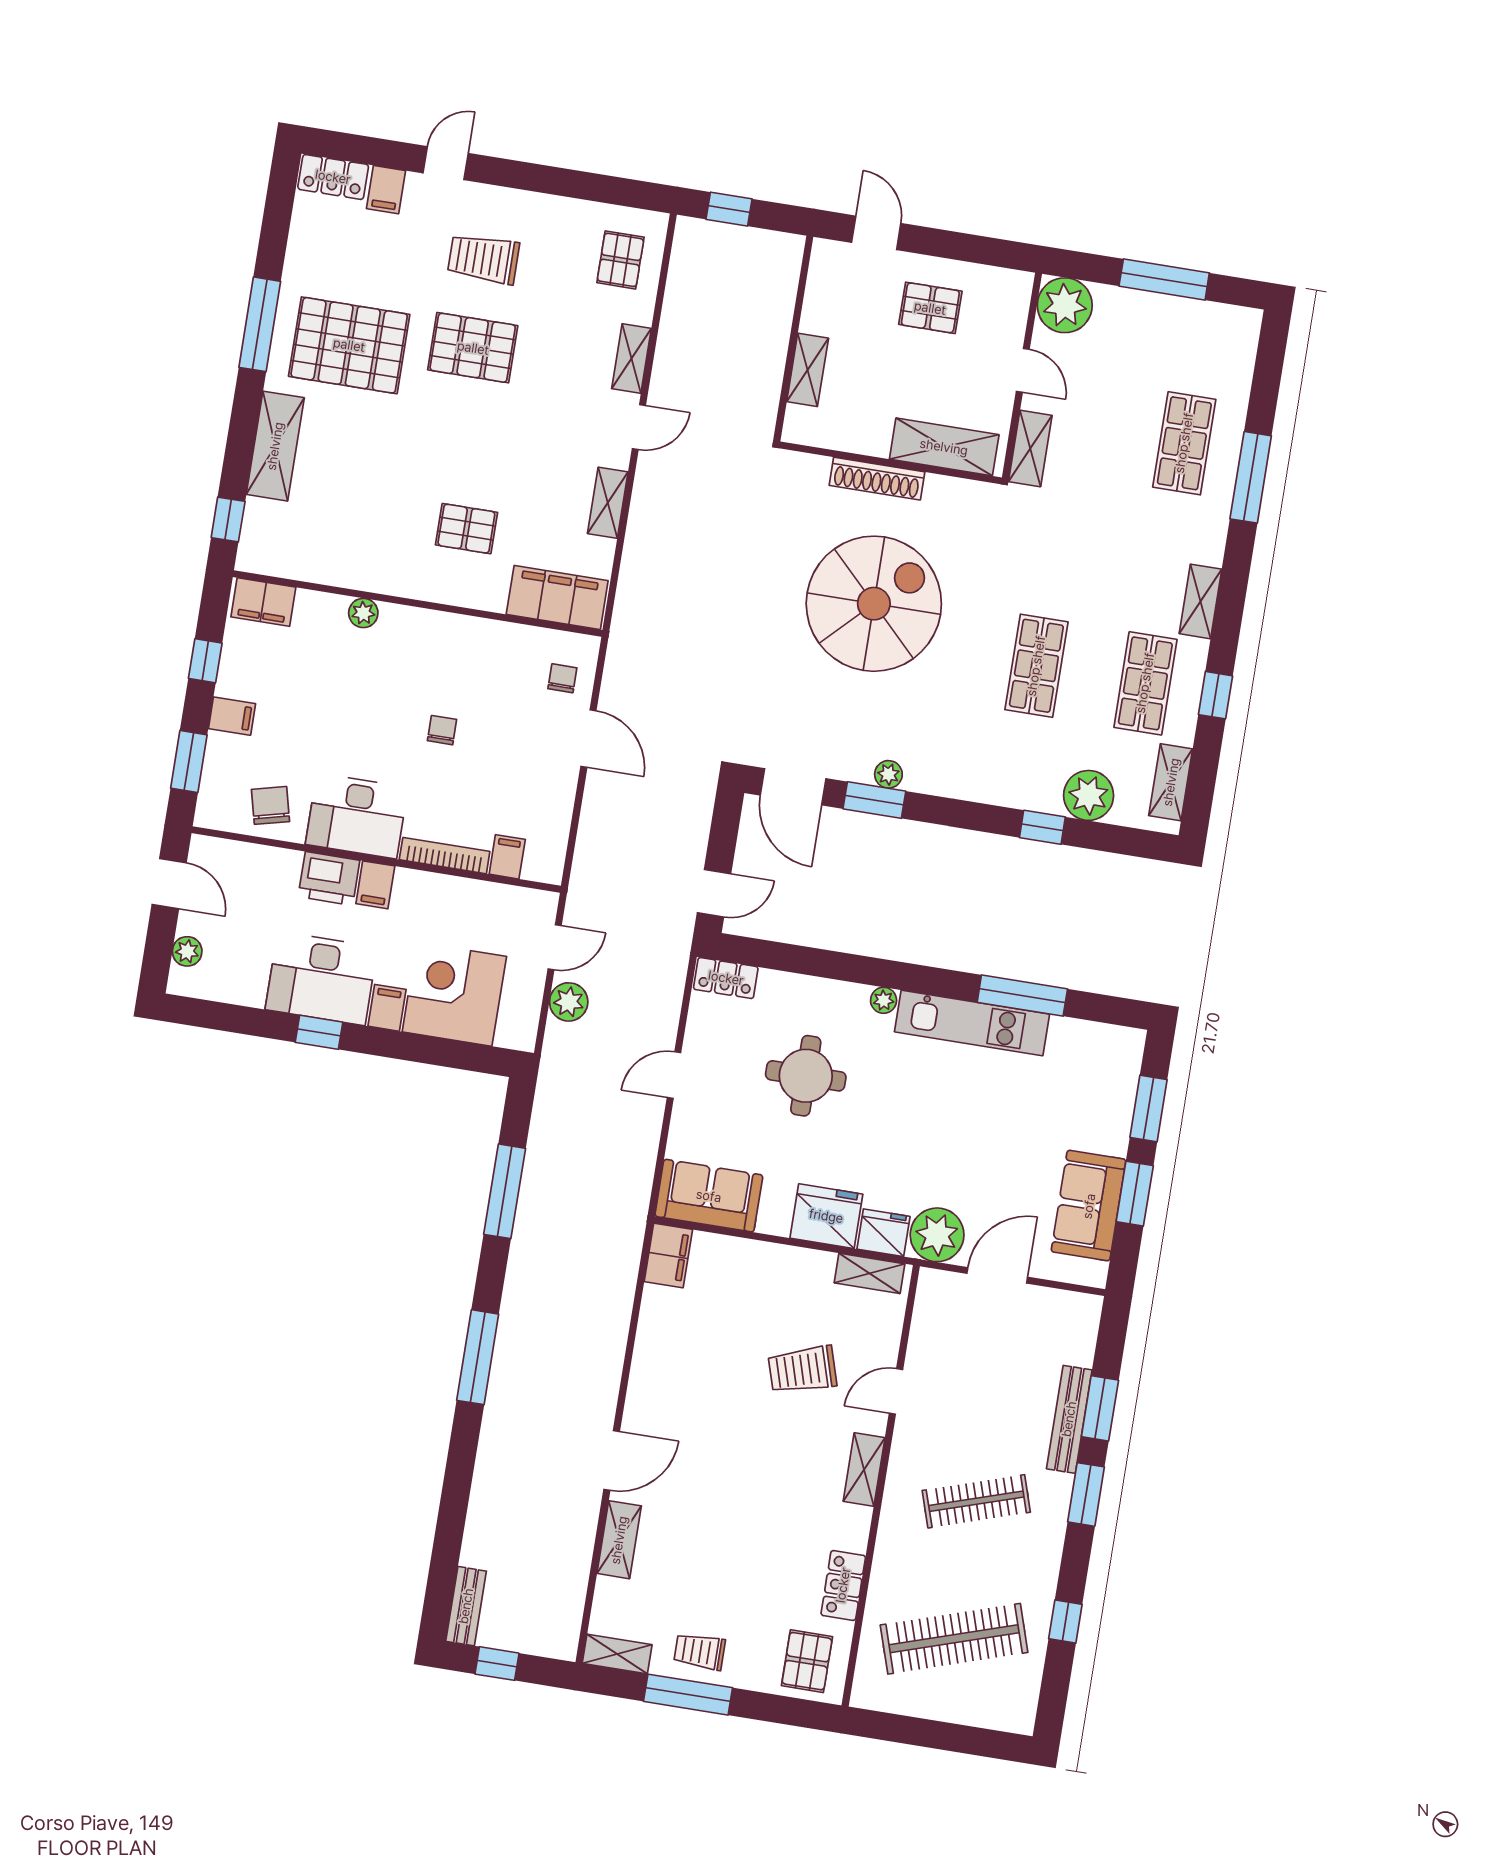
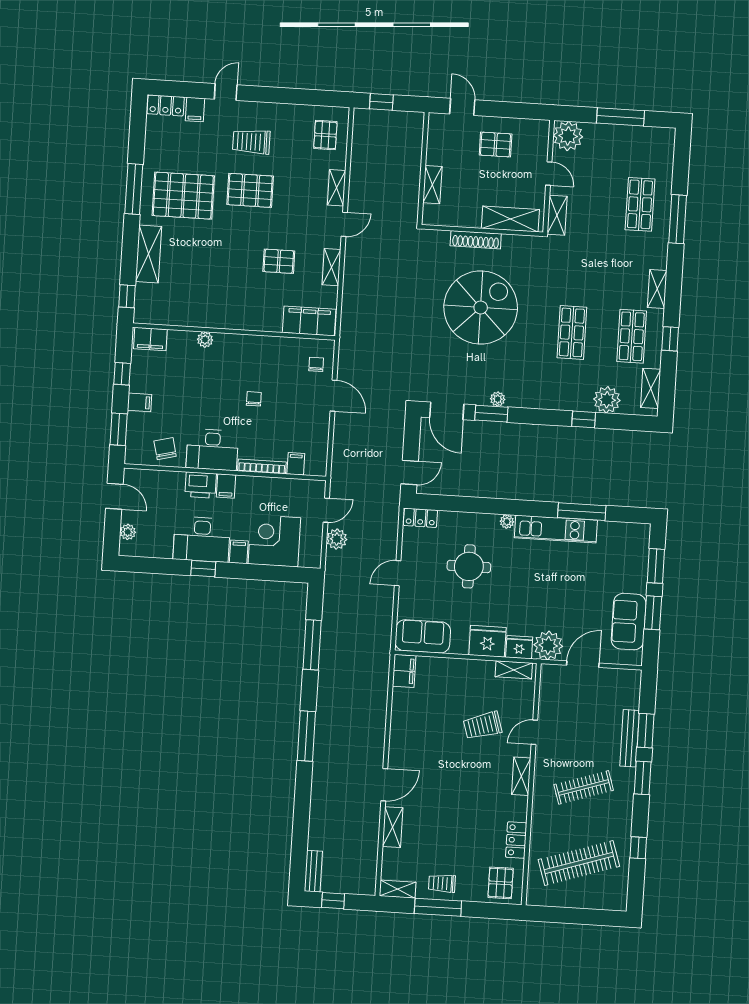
pallet: (466, 529) -> (279, 261), moved

